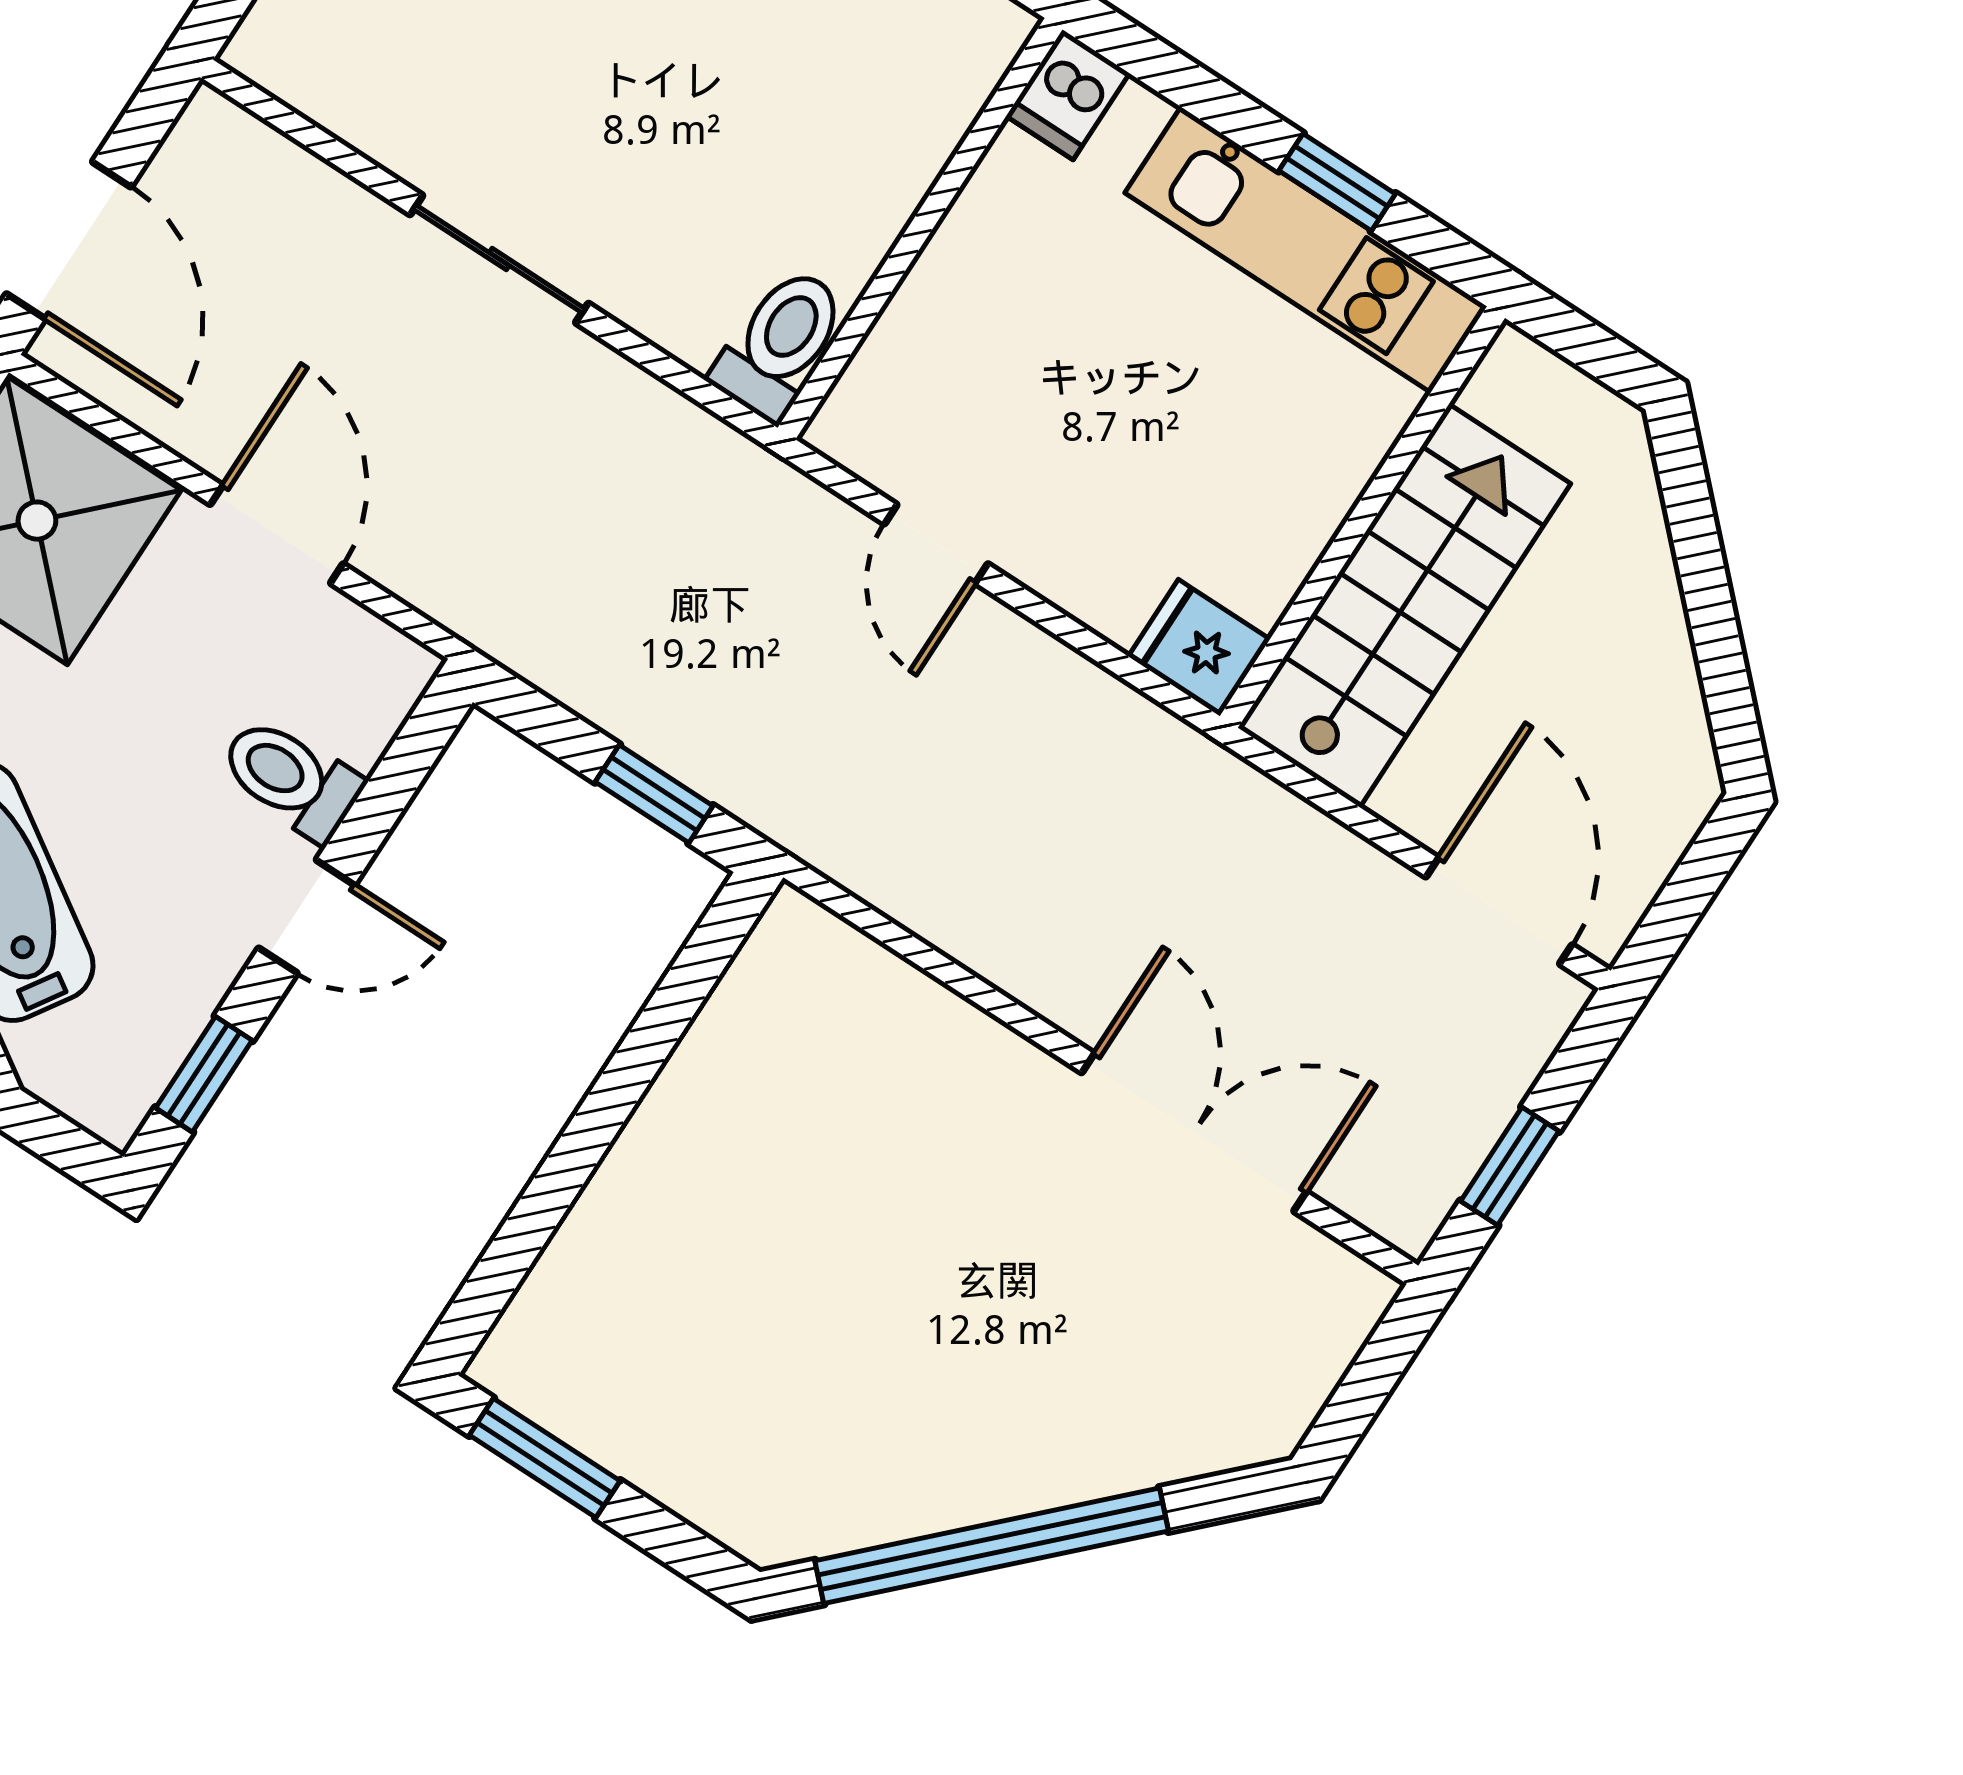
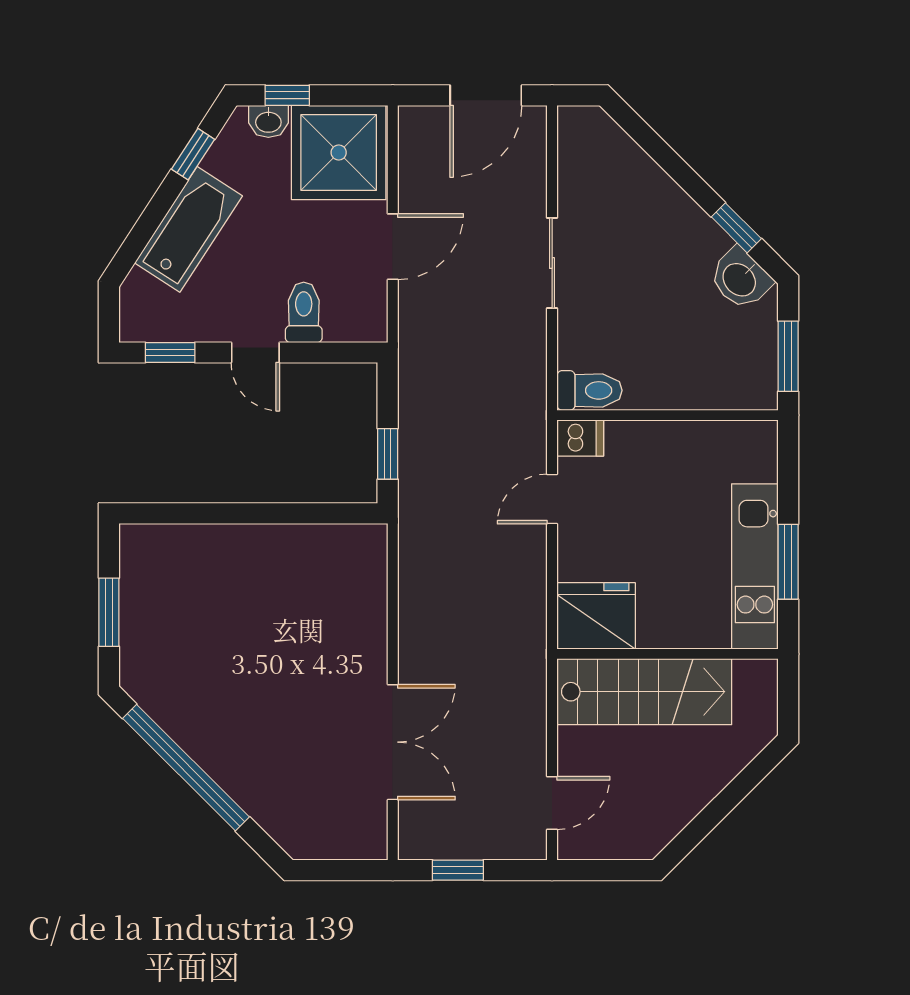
dishwasher: (1068, 95) -> (580, 438), moved, turned 180
window: (1337, 182) -> (788, 562), width x1.50
door: (69, 240) -> (486, 95), moved
fridge: (1199, 648) -> (596, 616), width x1.88, depth x1.34
door: (1499, 911) -> (552, 803), width x0.73
window: (545, 1458) -> (109, 612), moved

